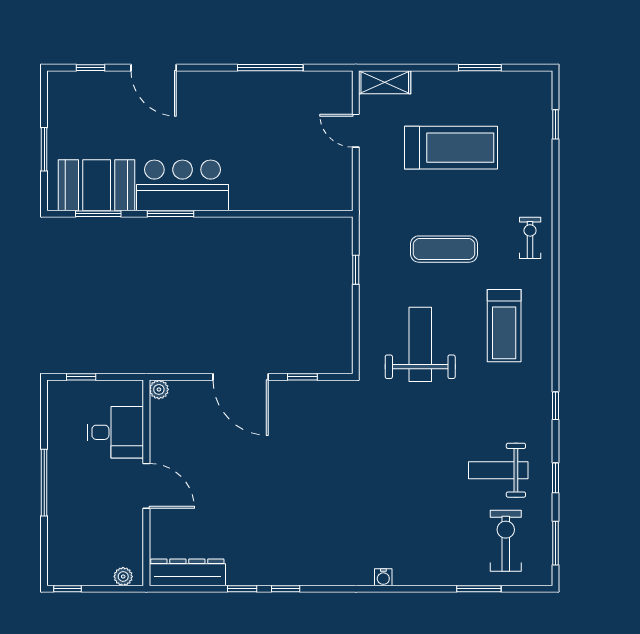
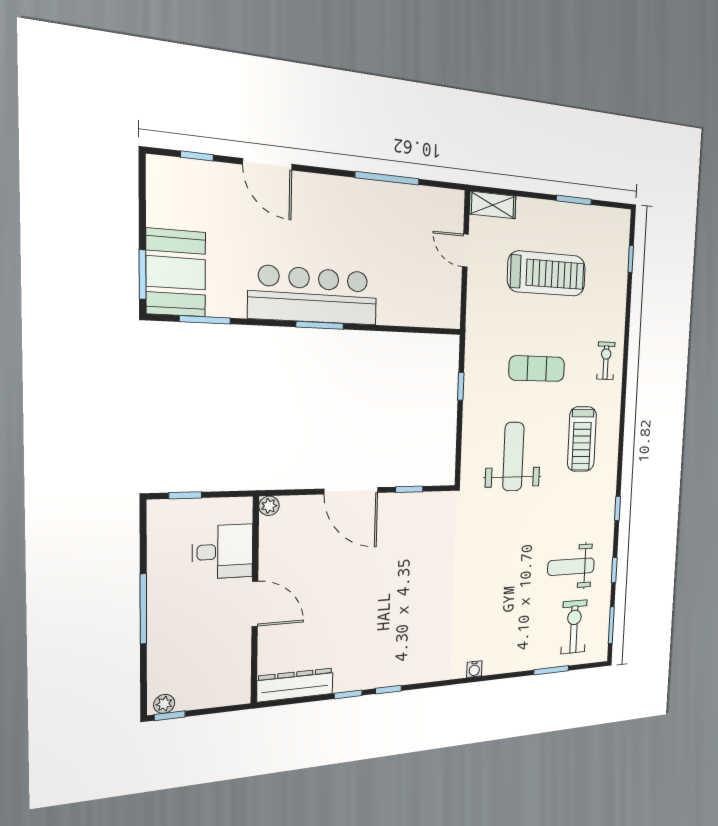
window: (44, 149) -> (142, 275), moved
booth: (97, 185) -> (176, 273), moved, turned 90
bar counter: (182, 185) -> (314, 295), width x1.36
window: (170, 214) -> (320, 325), moved
plant: (123, 577) -> (164, 704), moved

